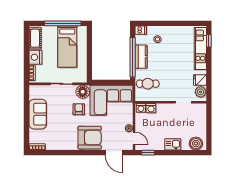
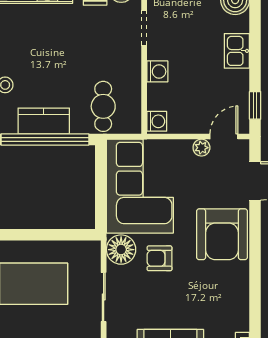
washing machine: (151, 108) -> (157, 71), moved
armchair: (90, 138) -> (222, 234), turned 180

